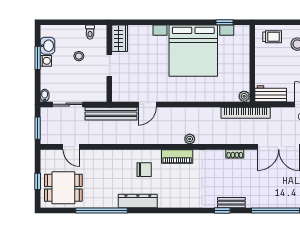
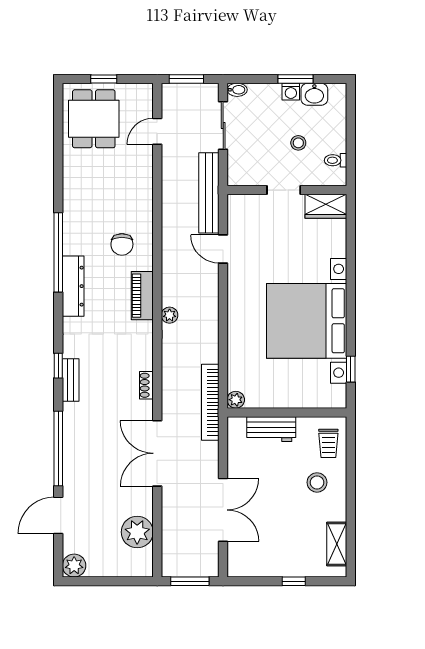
workbench: (271, 94) -> (271, 429), moved, turned 90
dresser: (138, 201) -> (73, 286), moved
window: (101, 211) -> (58, 252), moved

